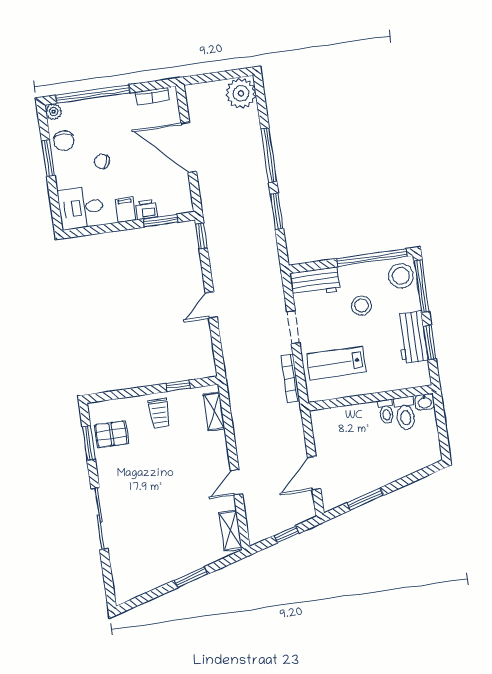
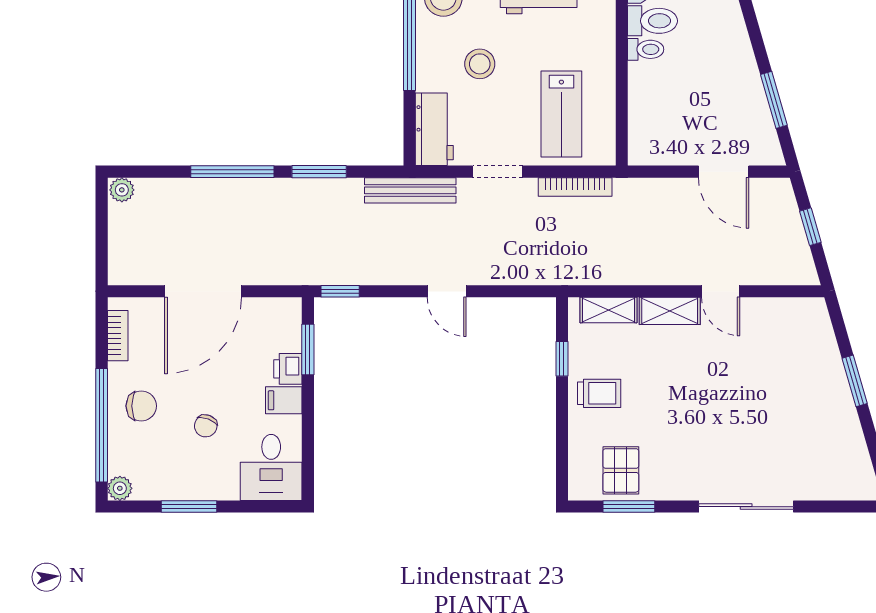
plant: (241, 93) -> (122, 190), width x0.53, depth x0.53
chair: (64, 141) -> (141, 406), moved
bench: (273, 272) -> (410, 190), added
shelving: (230, 531) -> (670, 311), moved

